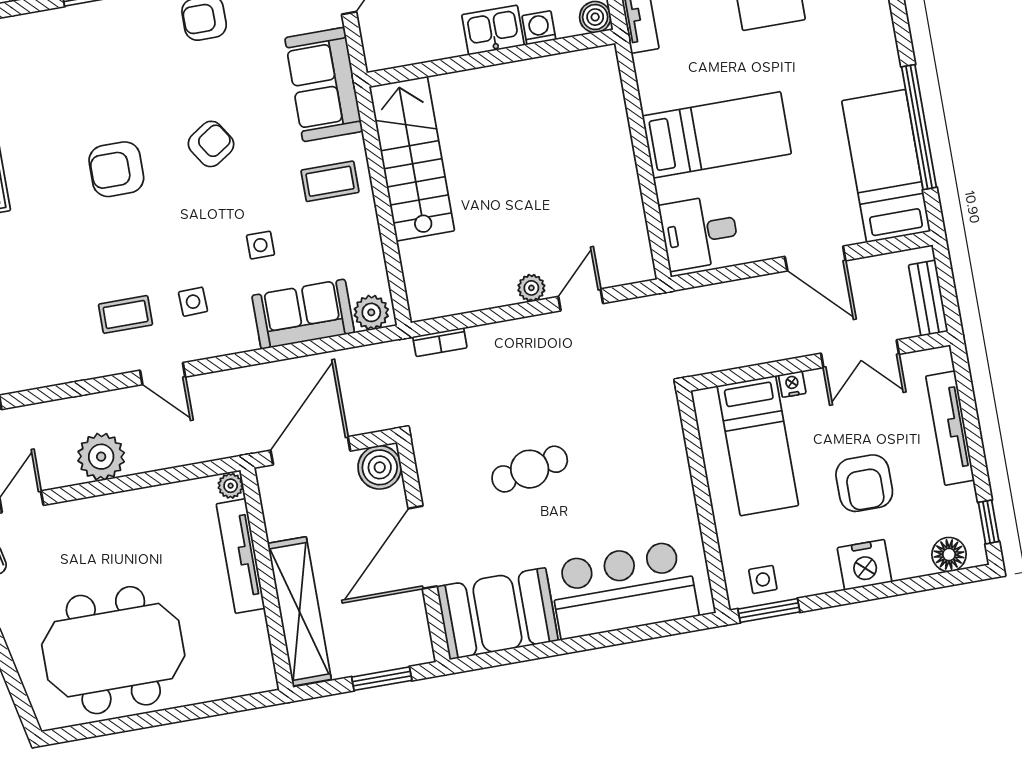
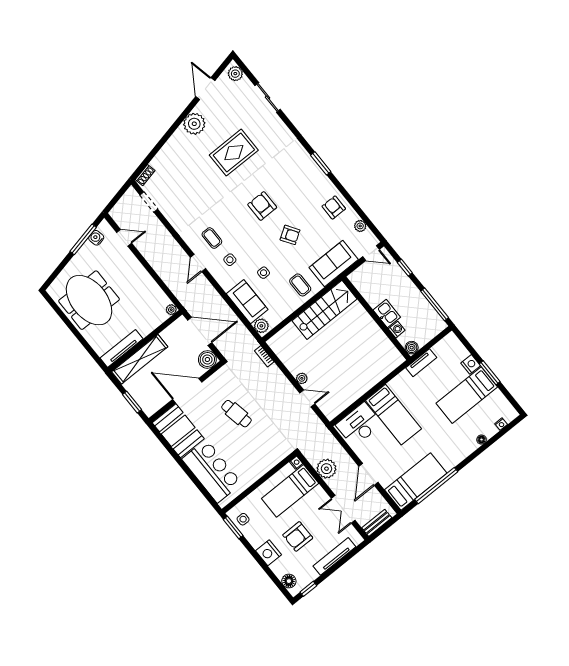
desk: (700, 232) -> (359, 424), width x1.37
nightstand: (792, 384) -> (296, 463), moved
plant: (101, 457) -> (326, 469), moved
tv unit: (240, 556) -> (122, 348), moved

